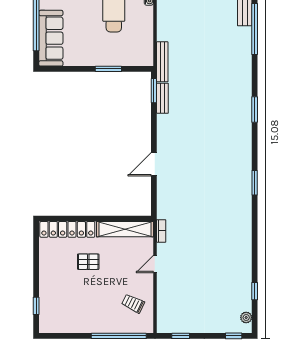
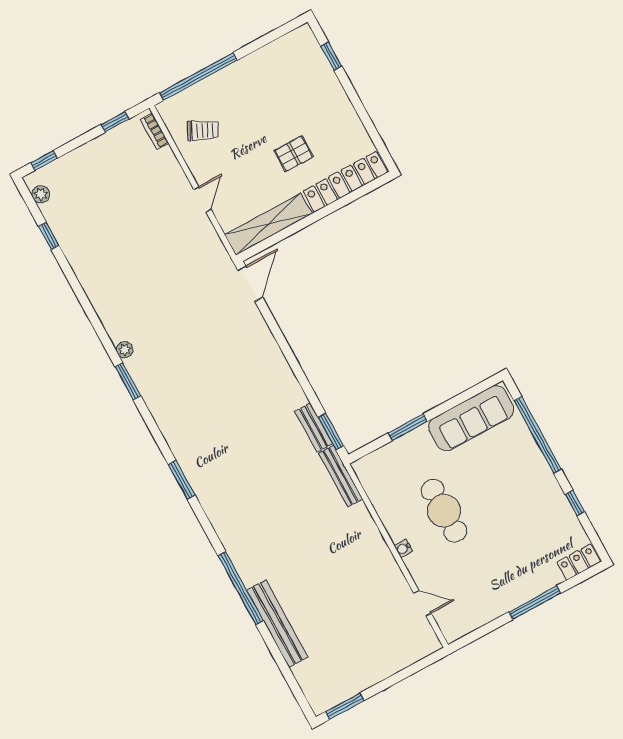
sofa: (51, 38) -> (471, 418), moved, turned -90
door: (154, 164) -> (250, 284), moved
plant: (247, 202) -> (125, 350), added
bookcase: (161, 231) -> (154, 131), moved

